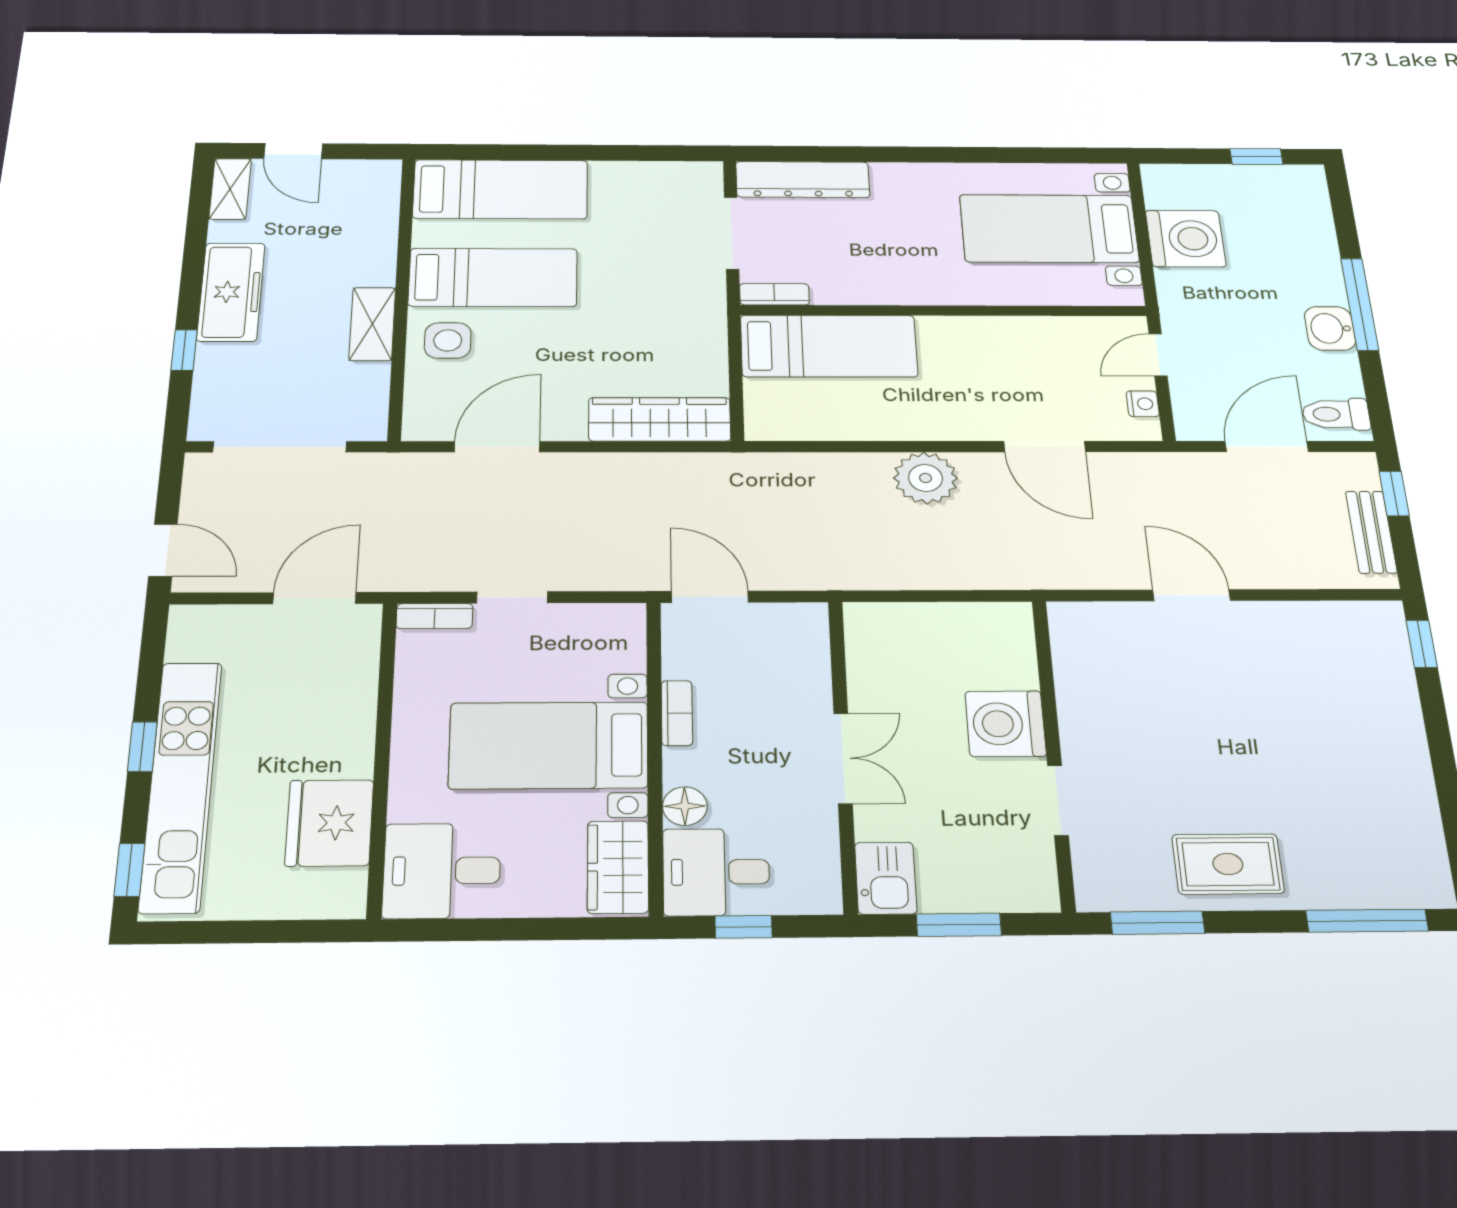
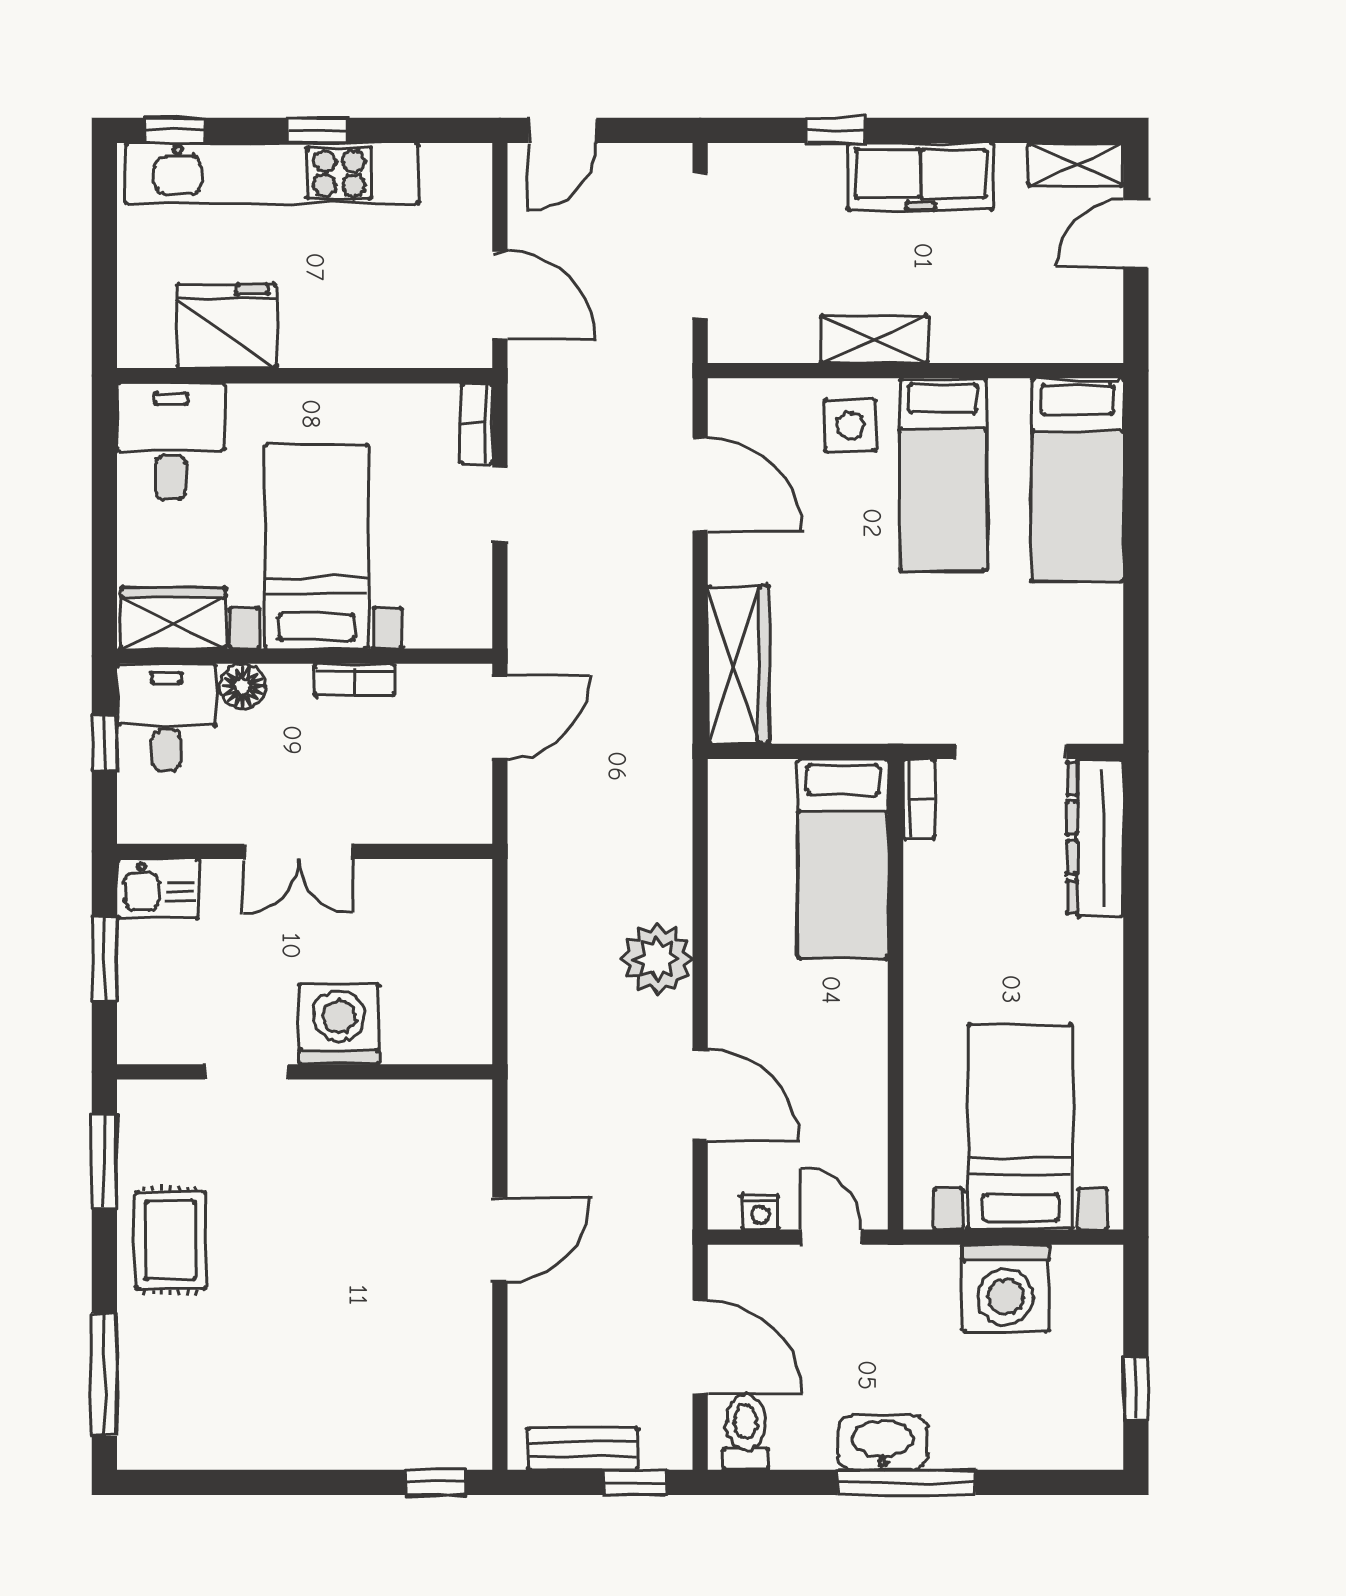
washbasin: (1330, 328) -> (883, 1442), width x1.38
door: (1045, 447) -> (700, 1095), swing flipped

